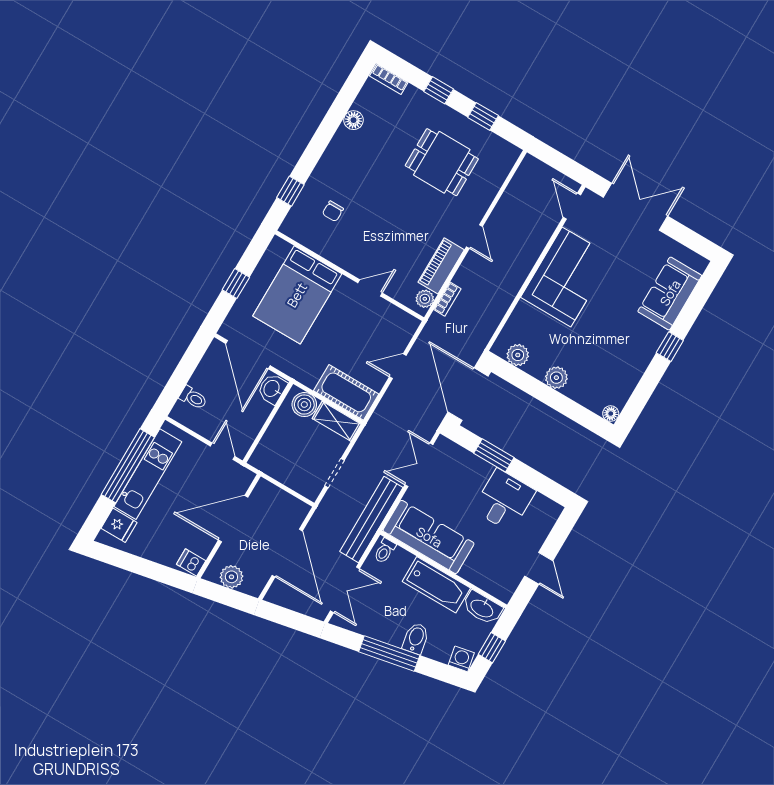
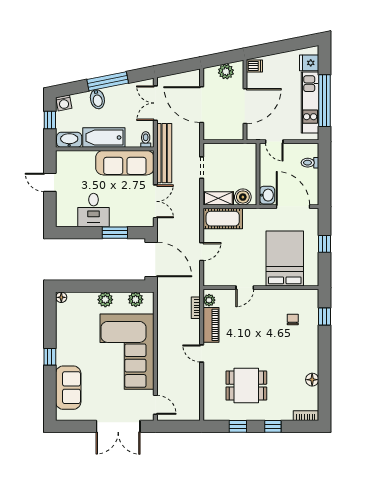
corner sofa: (566, 277) -> (127, 352), width x1.36, depth x1.36

